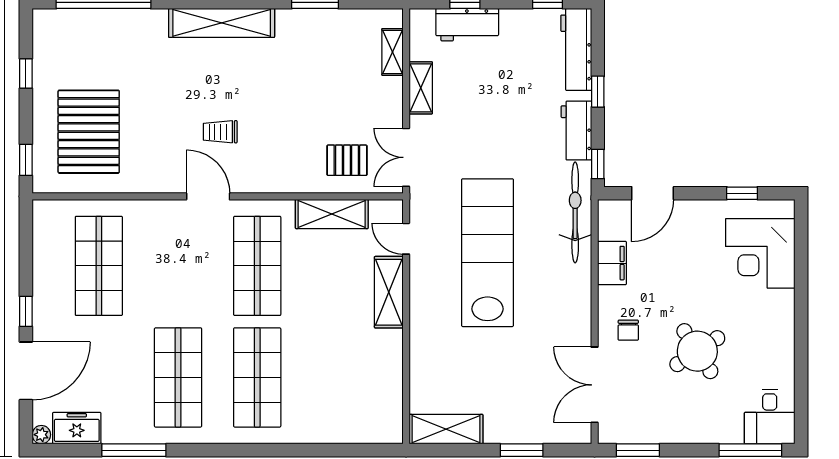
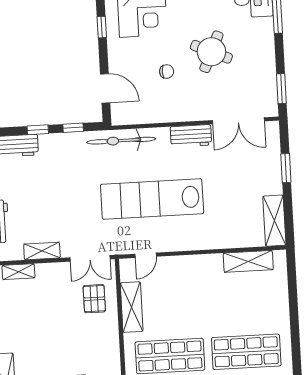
workbench: (576, 131) -> (191, 136), moved
window: (598, 164) -> (73, 128), moved
filing cabinet: (612, 263) -> (154, 114), removed
shelving: (389, 292) -> (248, 261), moved
chair: (628, 330) -> (167, 72), moved
round table: (697, 351) -> (211, 52), turned -33

